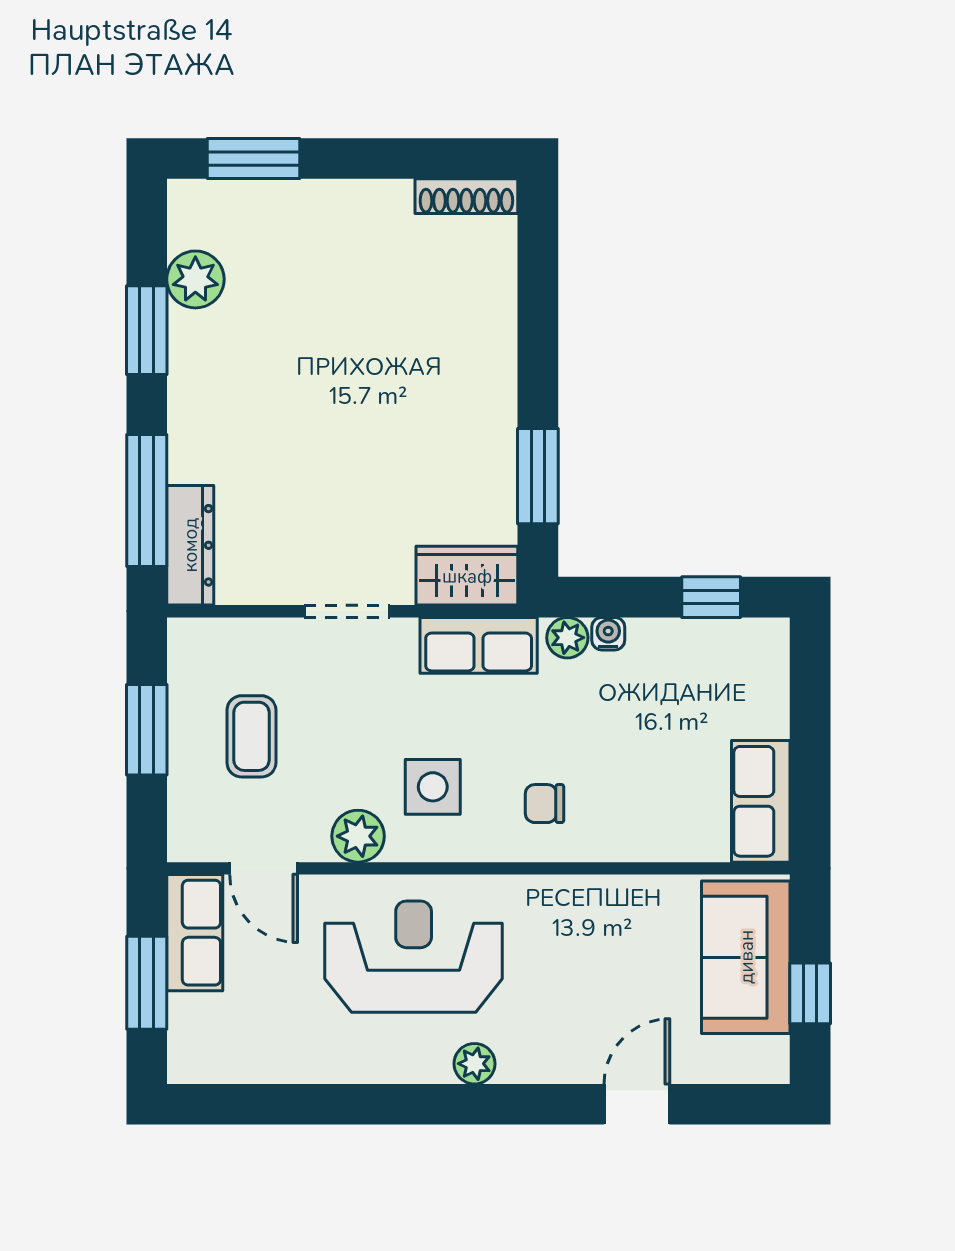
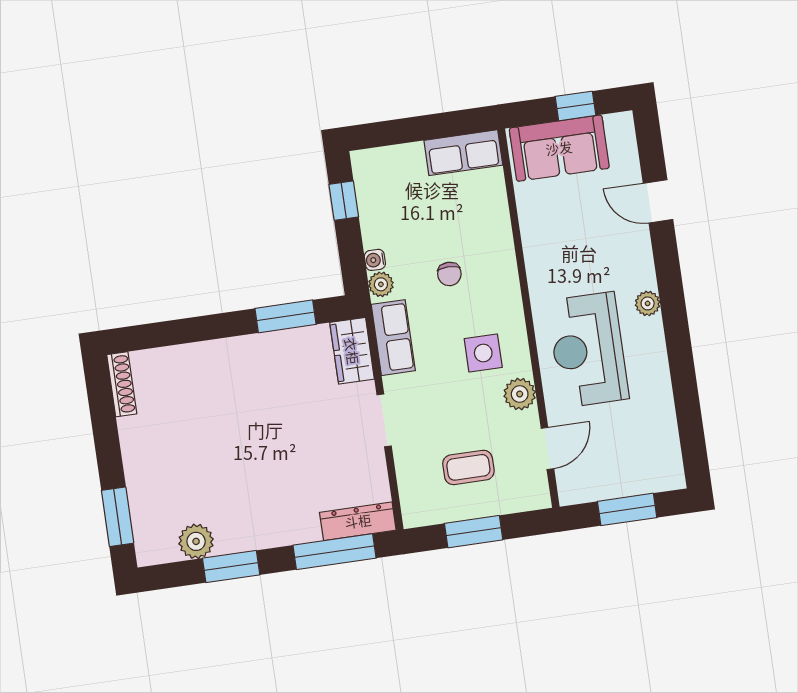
chair: (545, 804) -> (449, 274), moved
row of seats: (195, 933) -> (593, 485), removed

